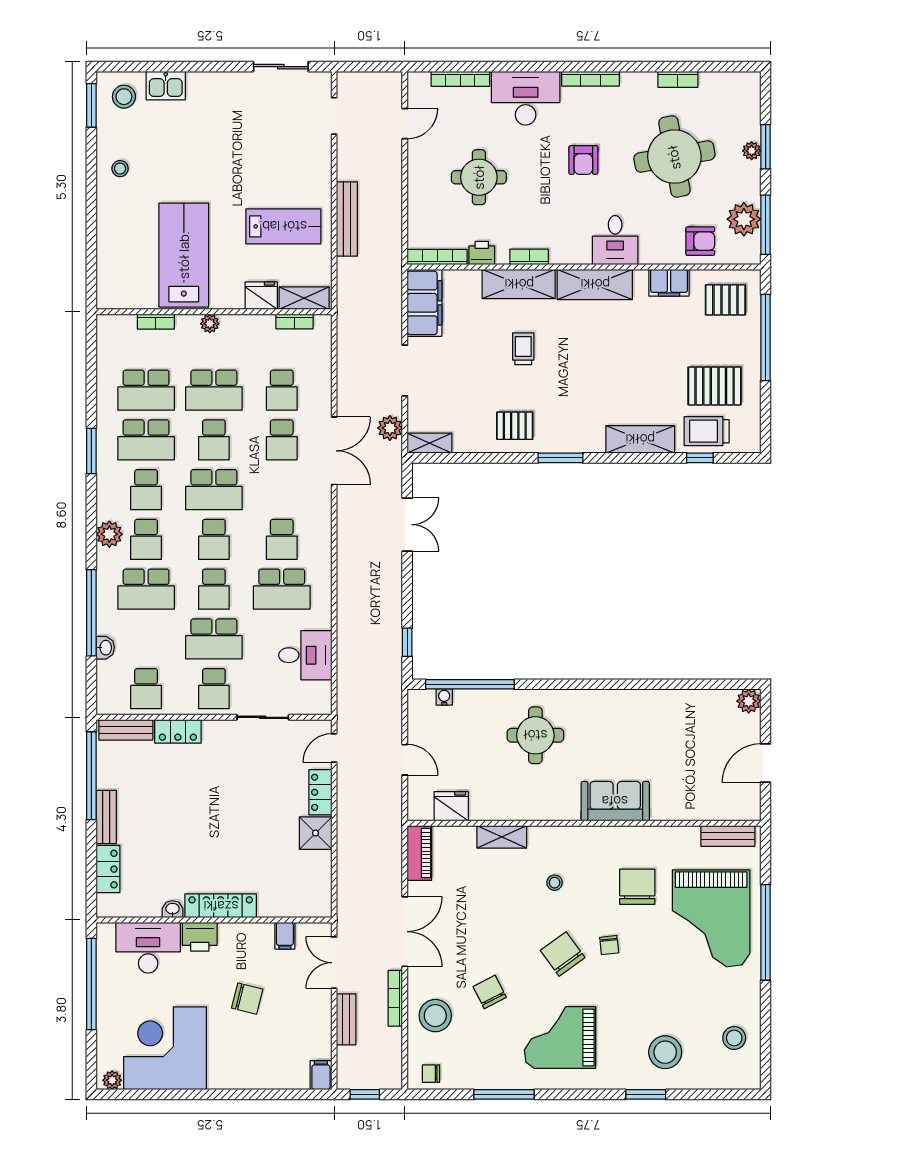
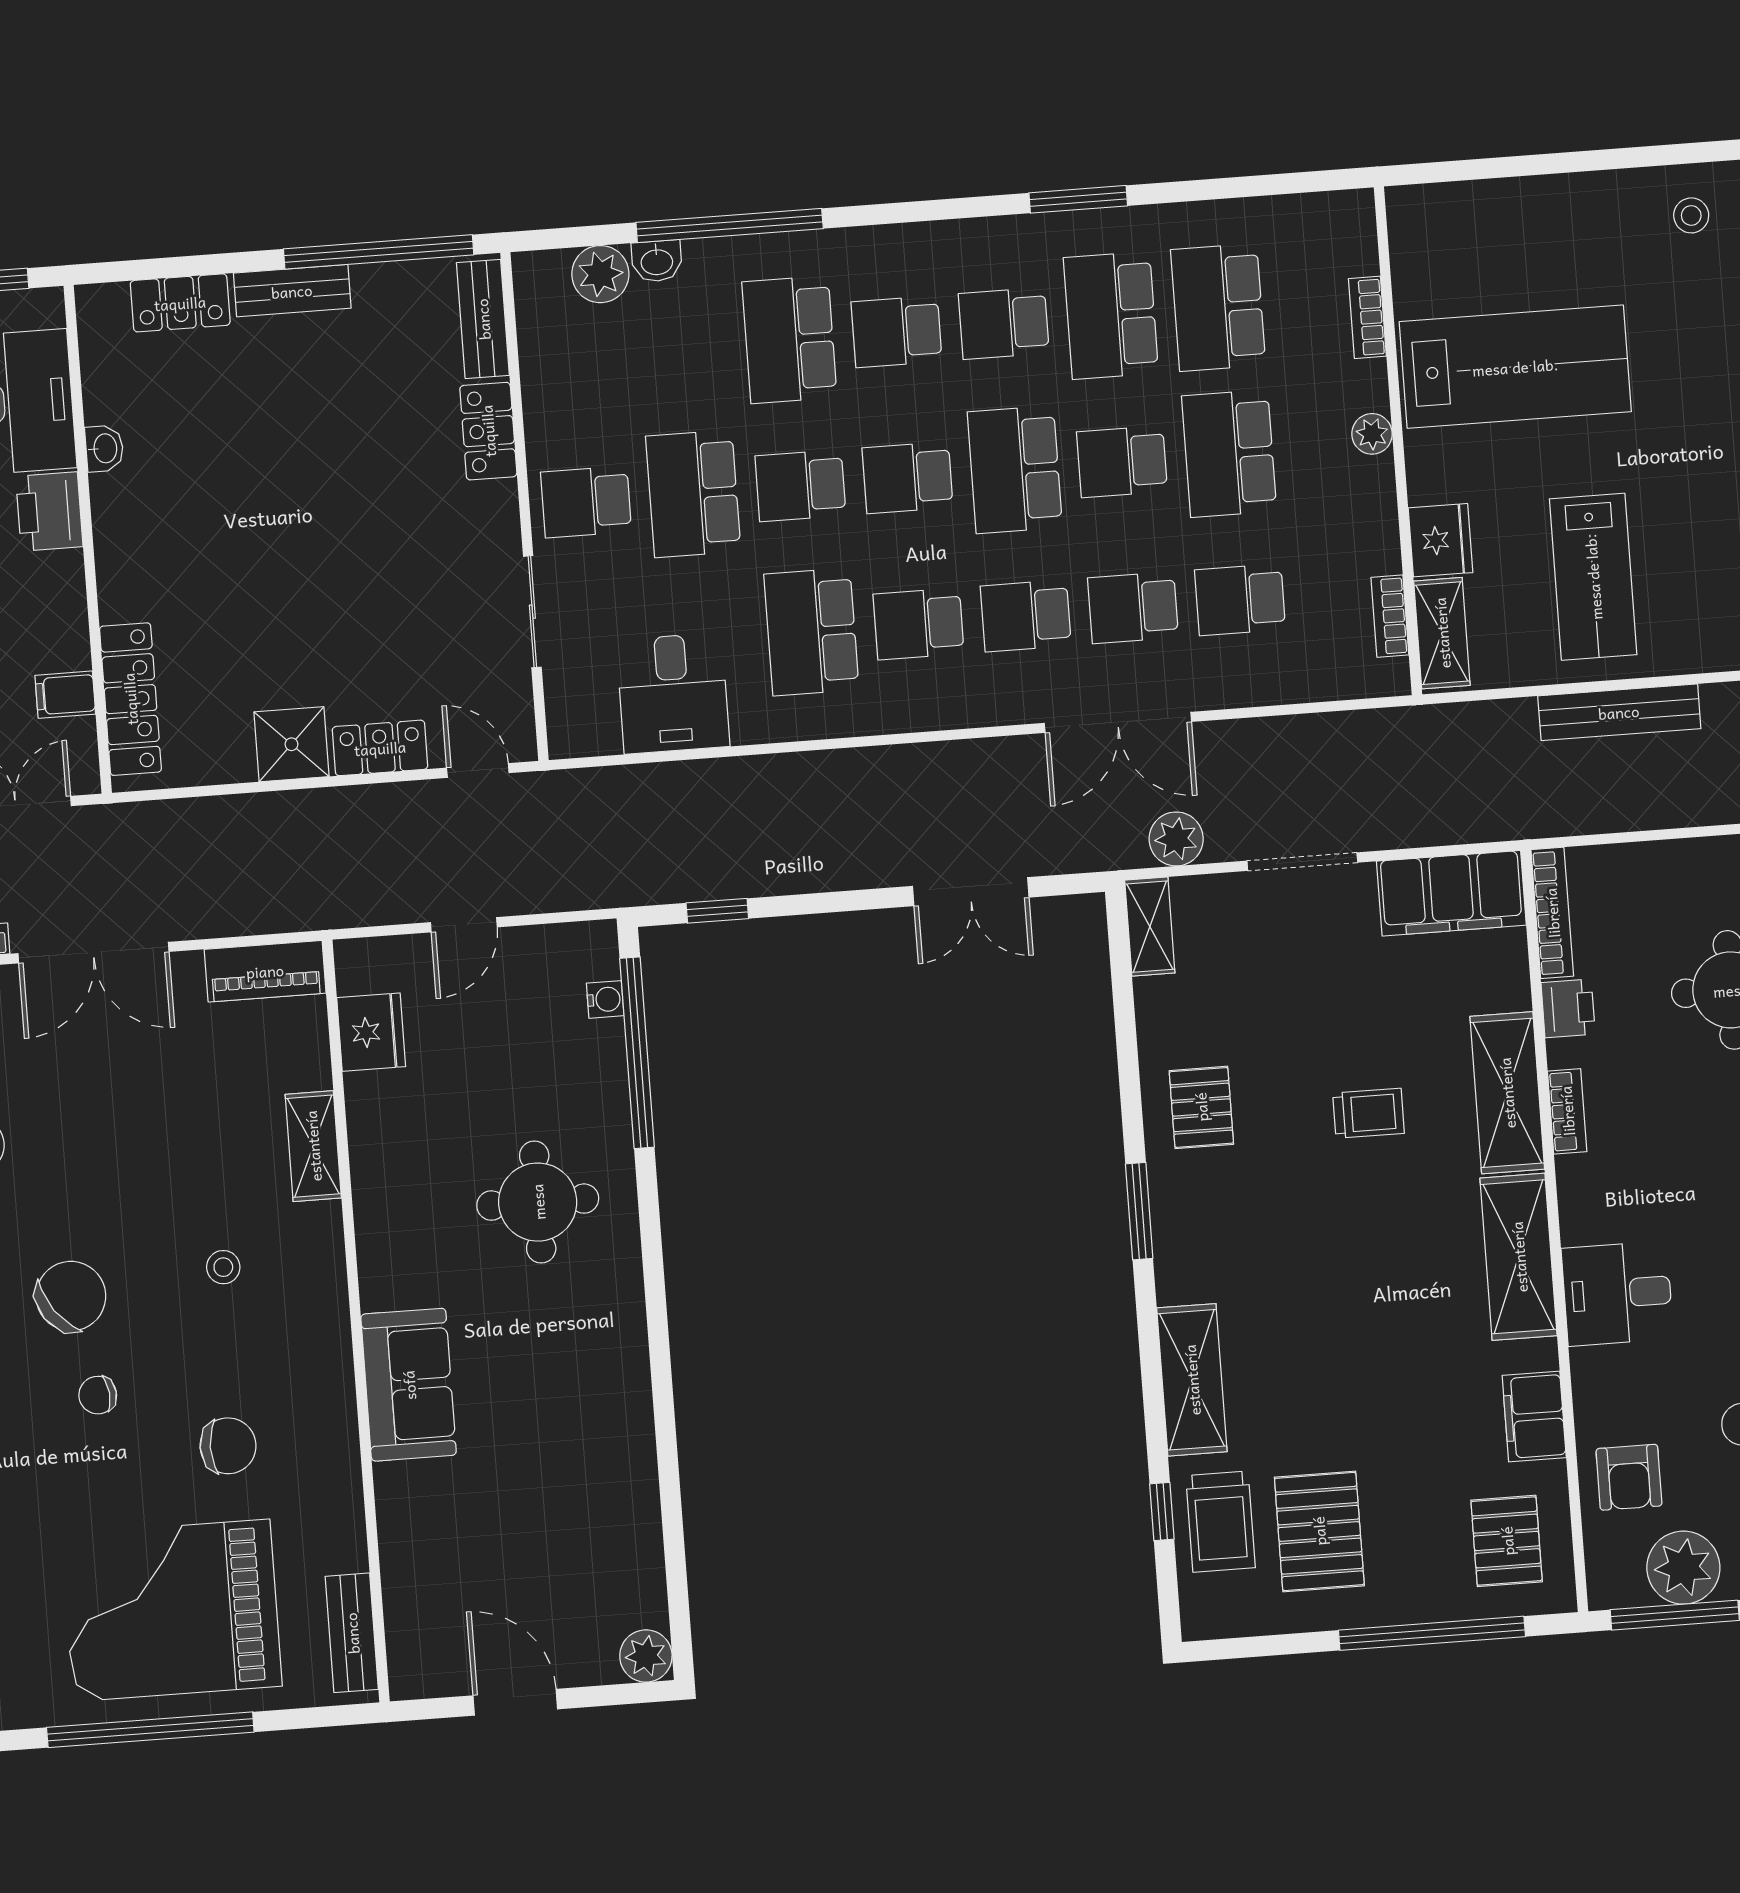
trolley: (707, 431) -> (1221, 1522), turned 180
plant: (109, 534) -> (600, 274), moved
school desk: (146, 689) -> (1026, 616), moved
chair: (637, 887) -> (228, 1446), width x0.73, depth x0.73
locker: (221, 906) -> (130, 699), moved

